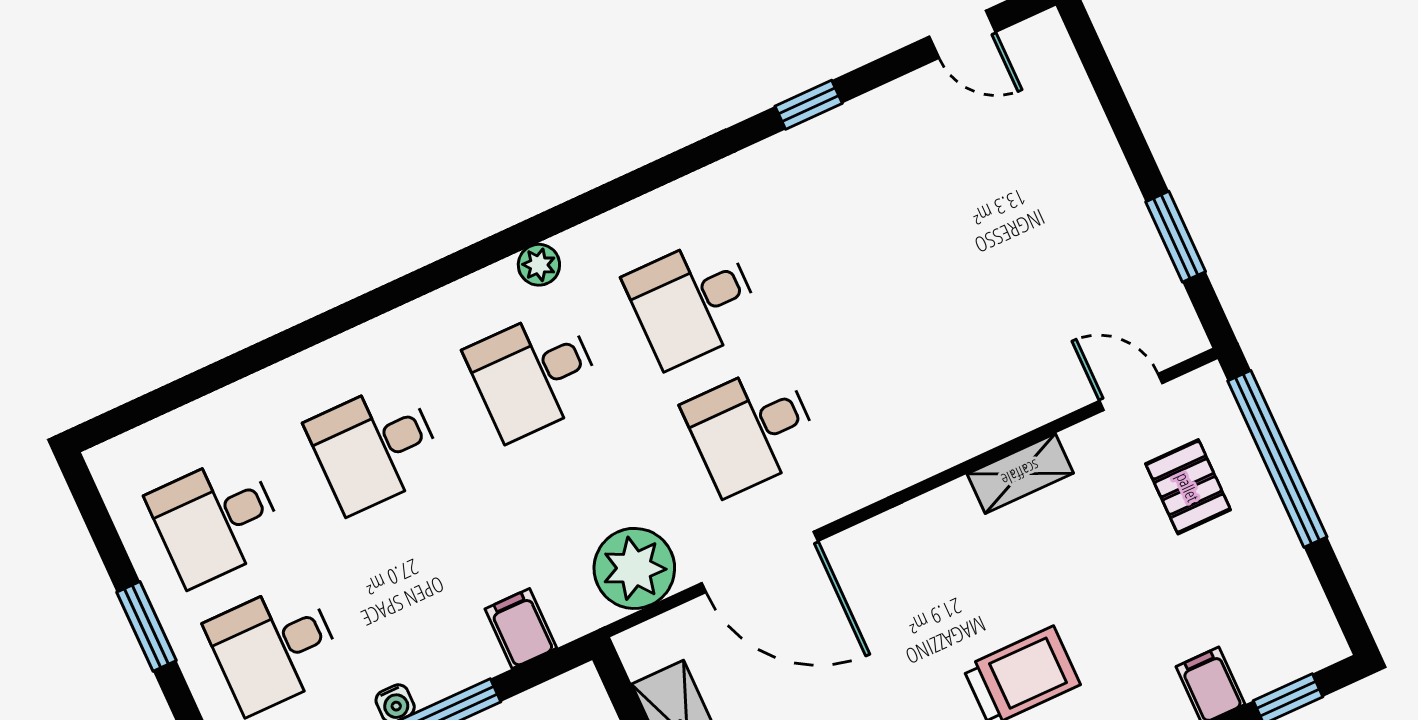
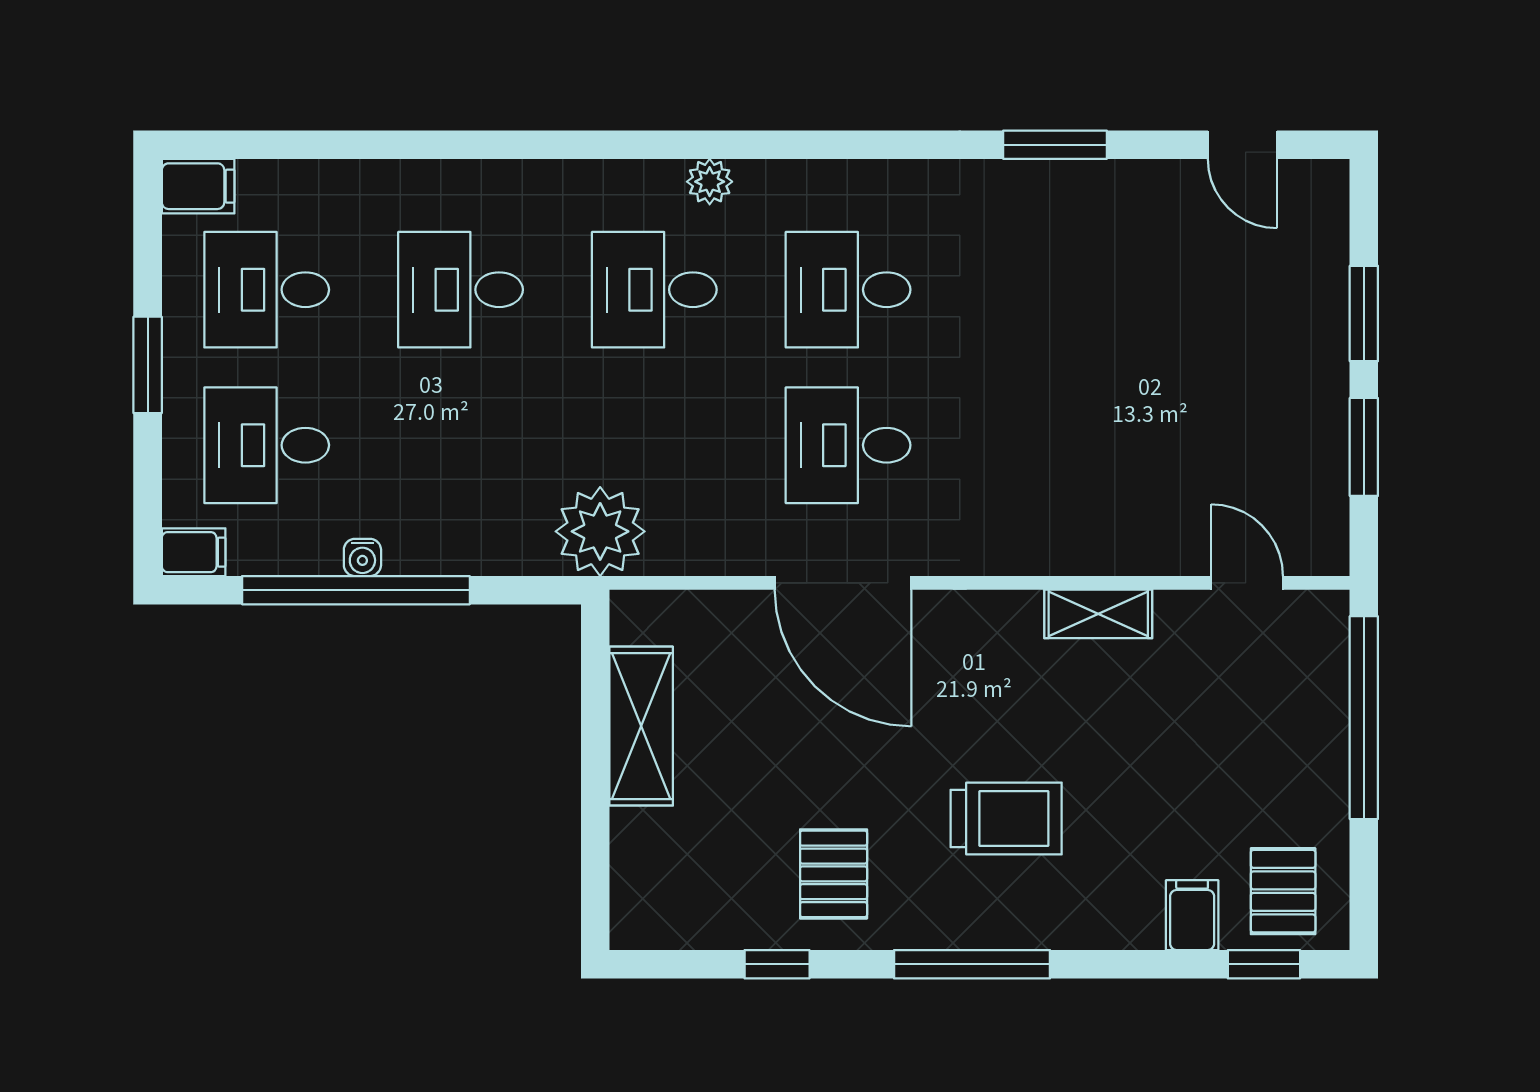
window: (809, 105) -> (1055, 145), width x1.50
window: (1125, 127) -> (1364, 314), added
pallet: (1188, 487) -> (1283, 891), moved
door: (760, 562) -> (843, 583), moved
plant: (634, 568) -> (600, 531), moved
filing cabinet: (521, 628) -> (198, 186), moved, turned 90

